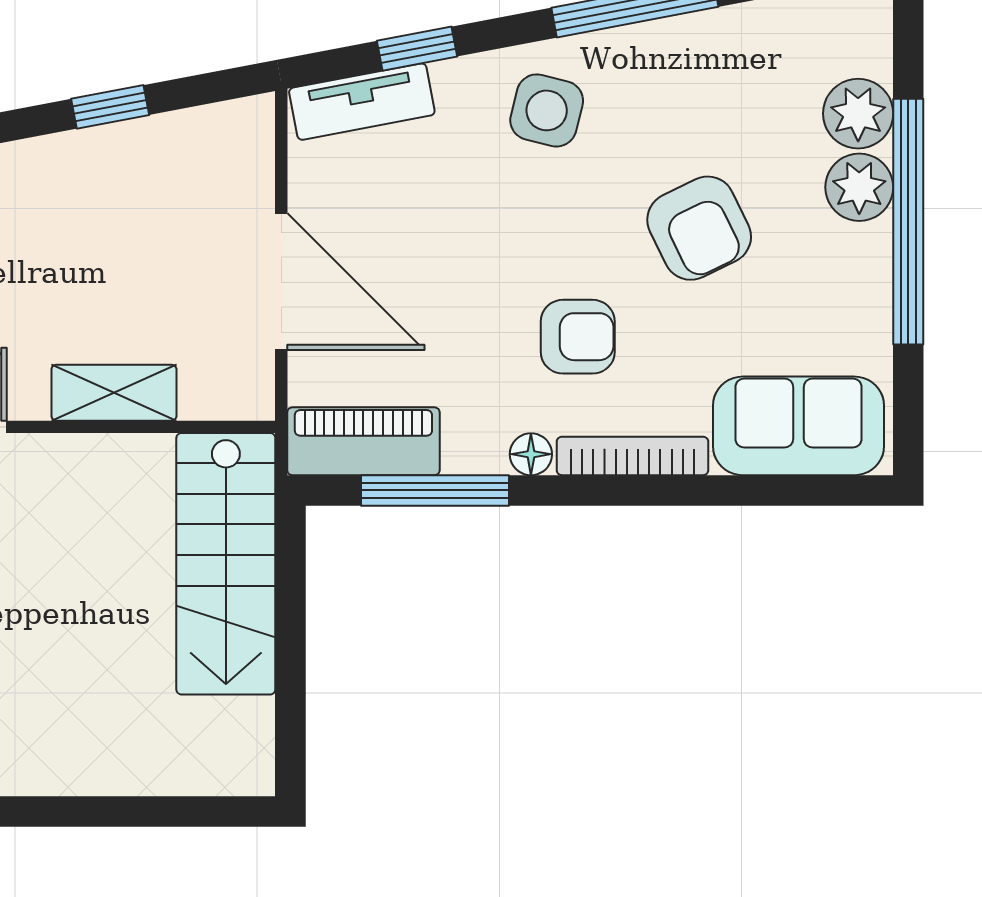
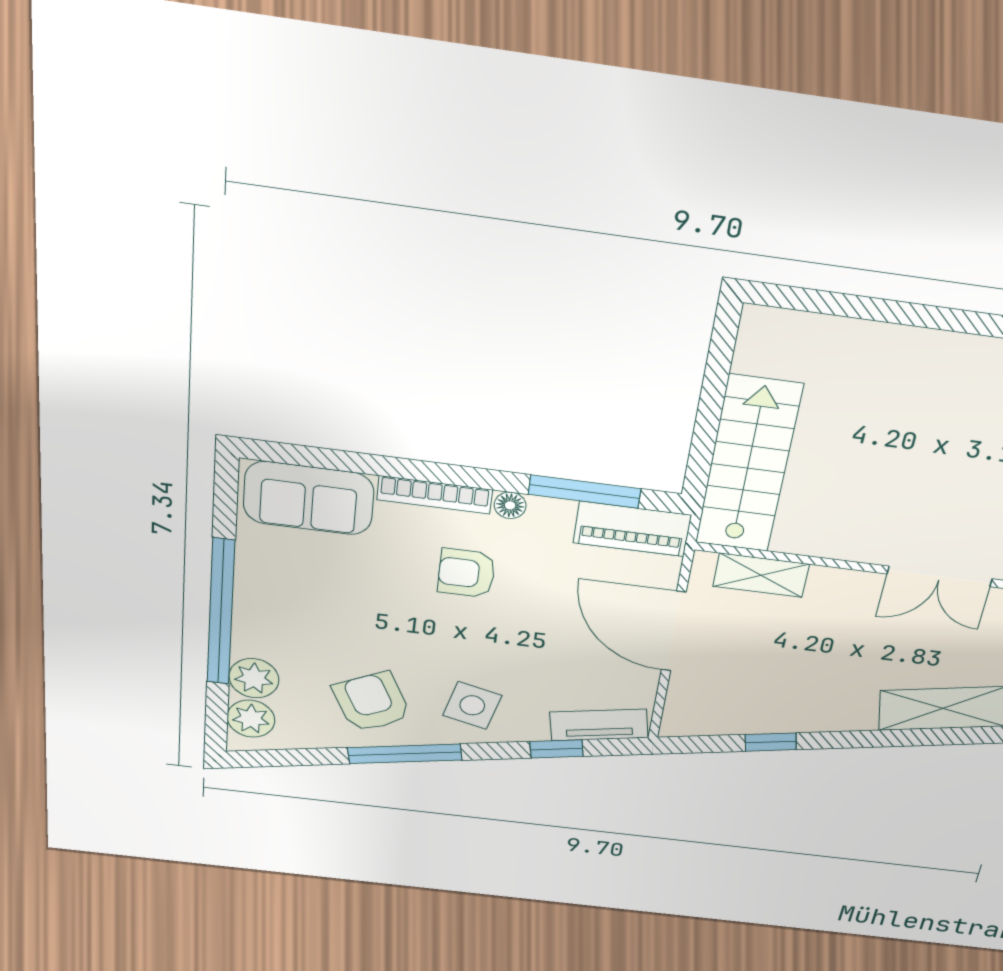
plant: (859, 187) -> (251, 719), moved
armchair: (699, 228) -> (372, 702), moved
shelving: (114, 393) -> (761, 575), moved

